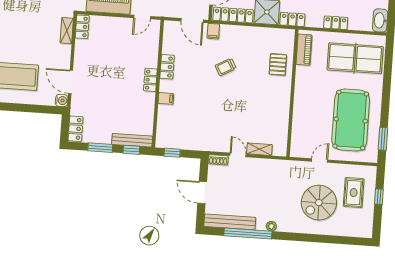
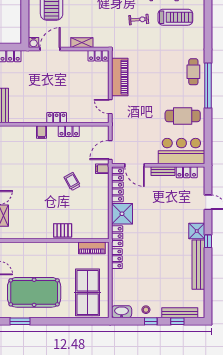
locker: (336, 23) -> (117, 259), moved
shelving: (67, 31) -> (82, 43), moved
pallet: (278, 64) -> (63, 230), moved

